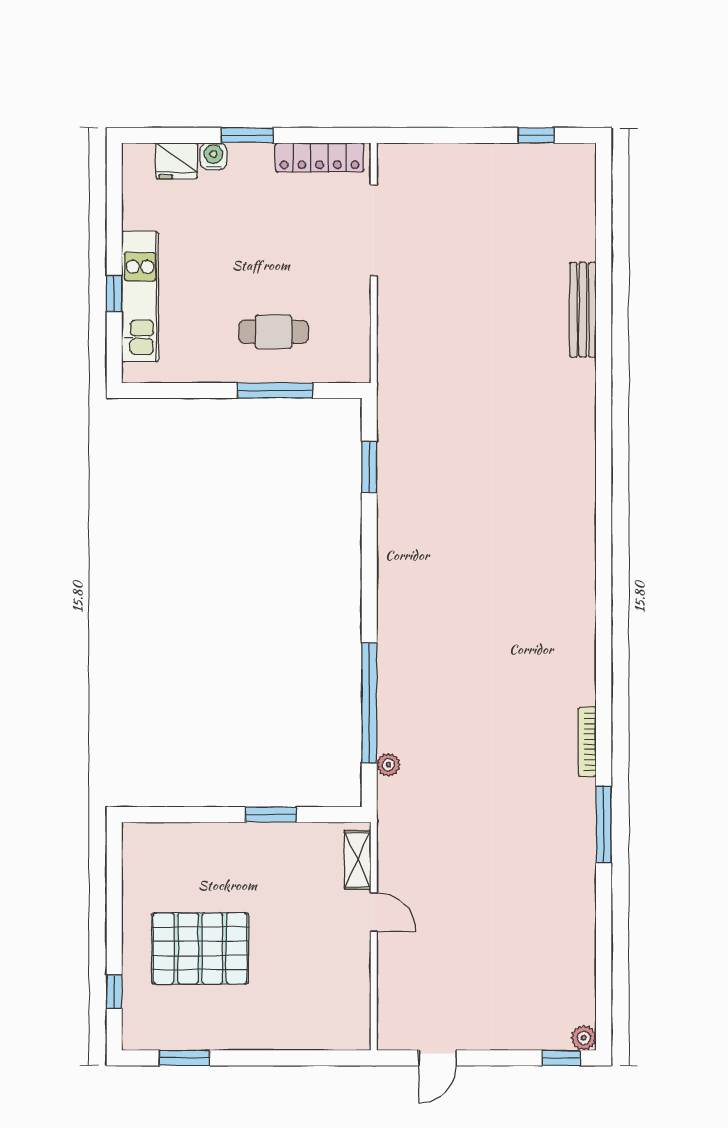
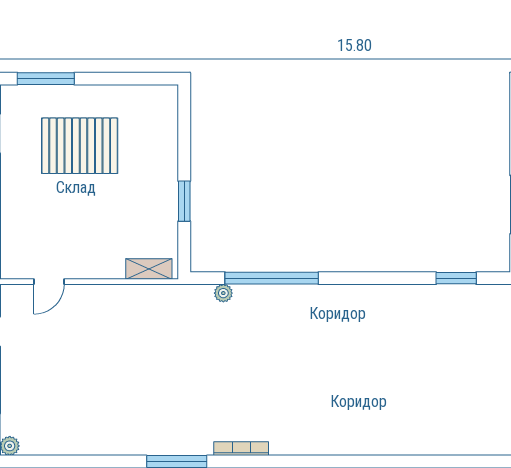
door: (374, 912) -> (49, 282), moved
pallet: (200, 948) -> (80, 146), turned 90
window: (114, 992) -> (46, 79), width x2.17

